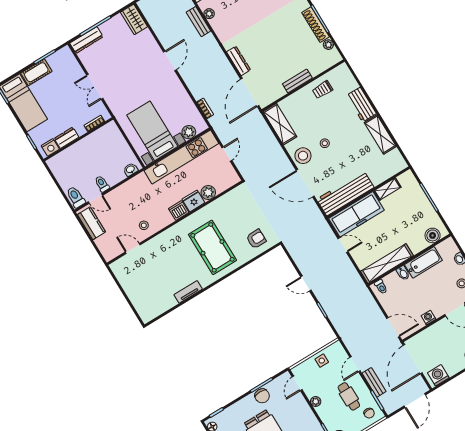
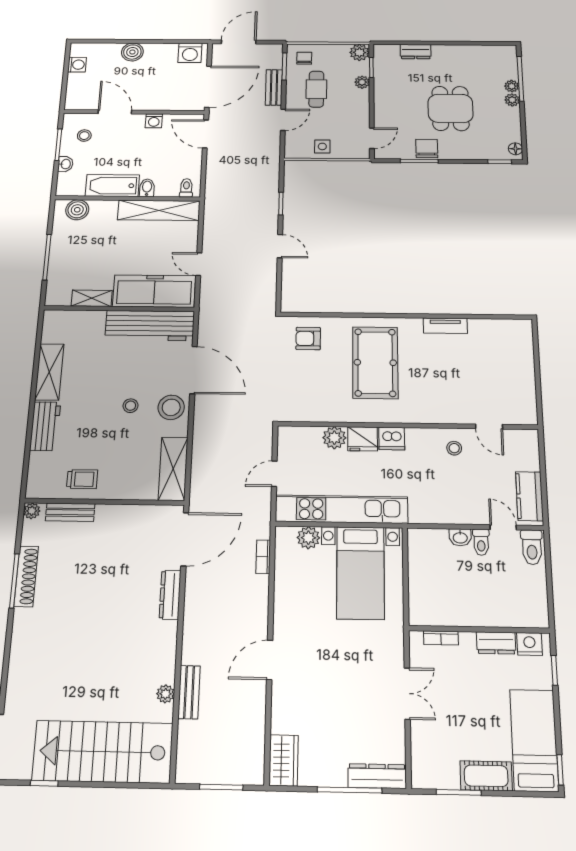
plant: (328, 45) -> (32, 511), moved
bench: (297, 81) -> (70, 512), moved
washbasin: (130, 170) -> (460, 537), moved
plant: (316, 401) -> (362, 82), moved

